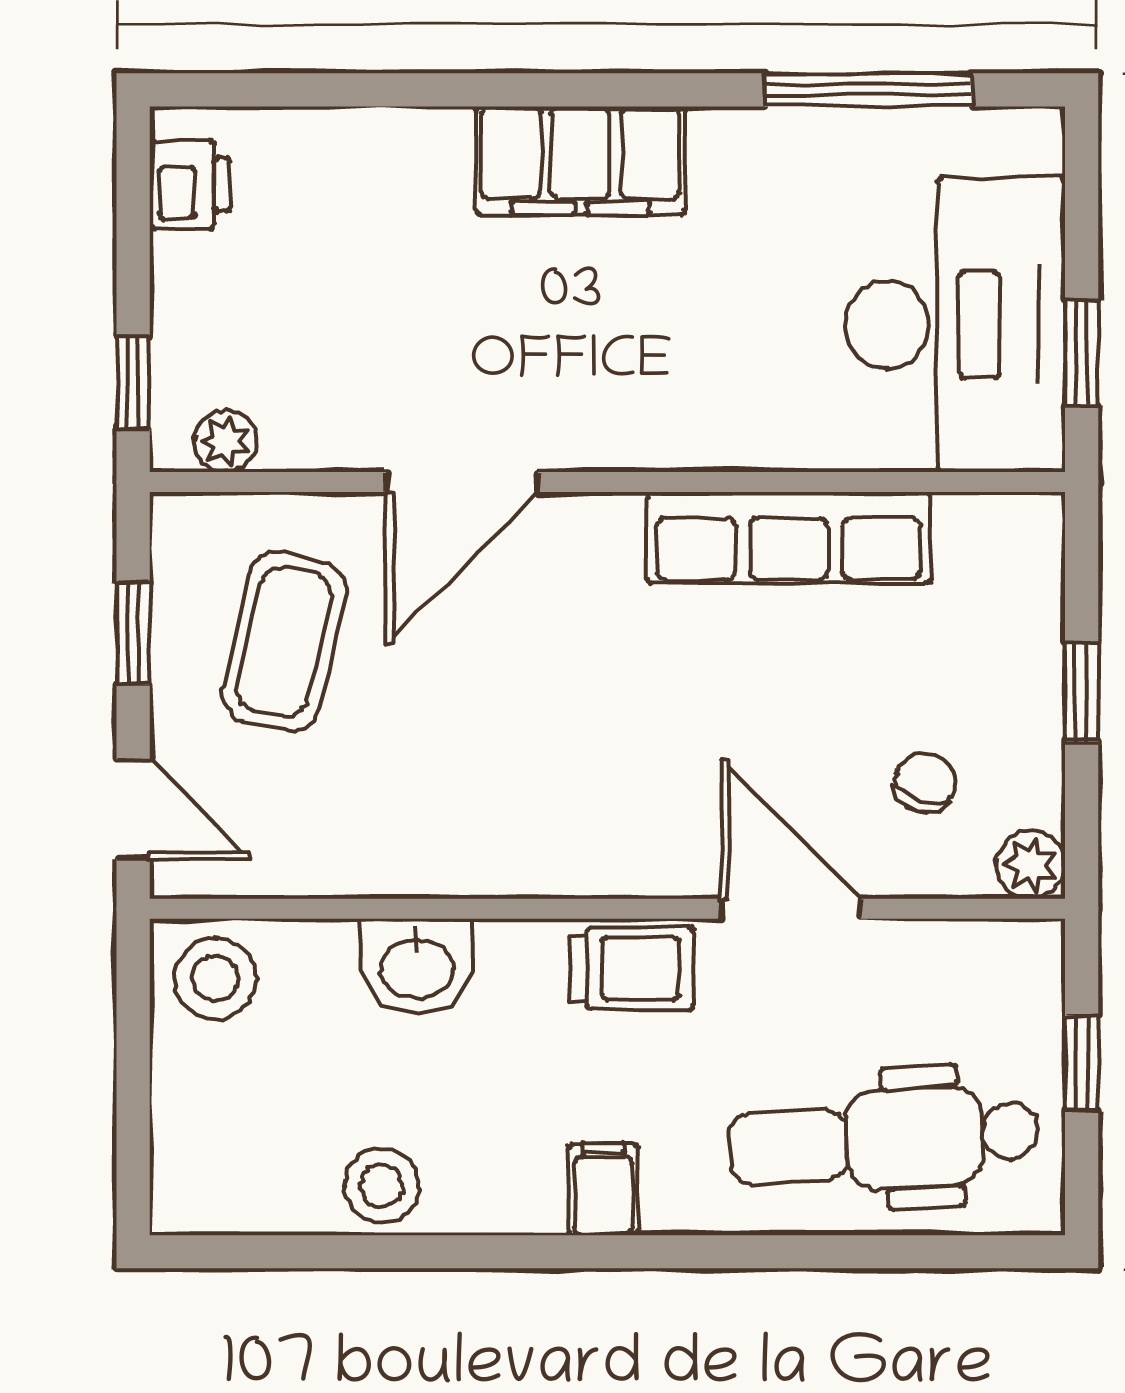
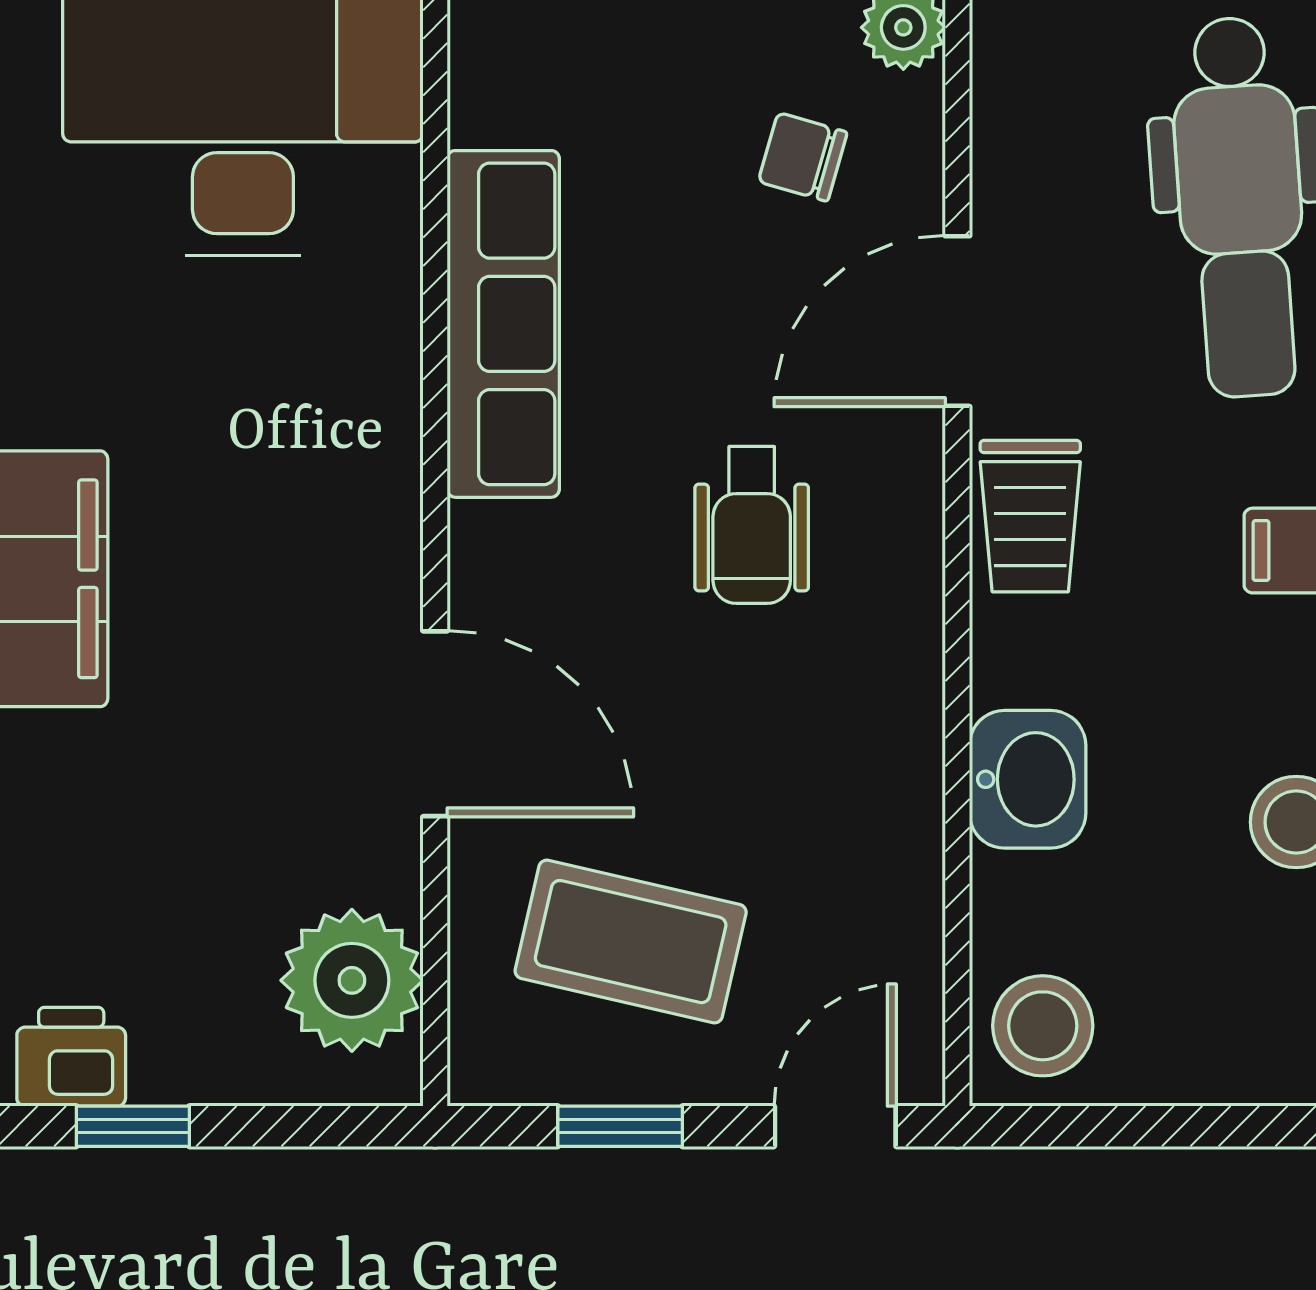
window: (133, 383) -> (133, 1126), moved
plant: (225, 441) -> (352, 980), width x1.88, depth x1.88
wheelchair: (624, 741) -> (752, 525), added
trolley: (632, 968) -> (1030, 516), turned 180

